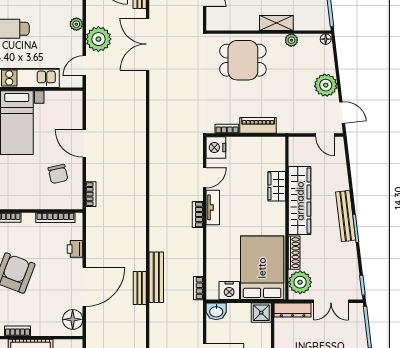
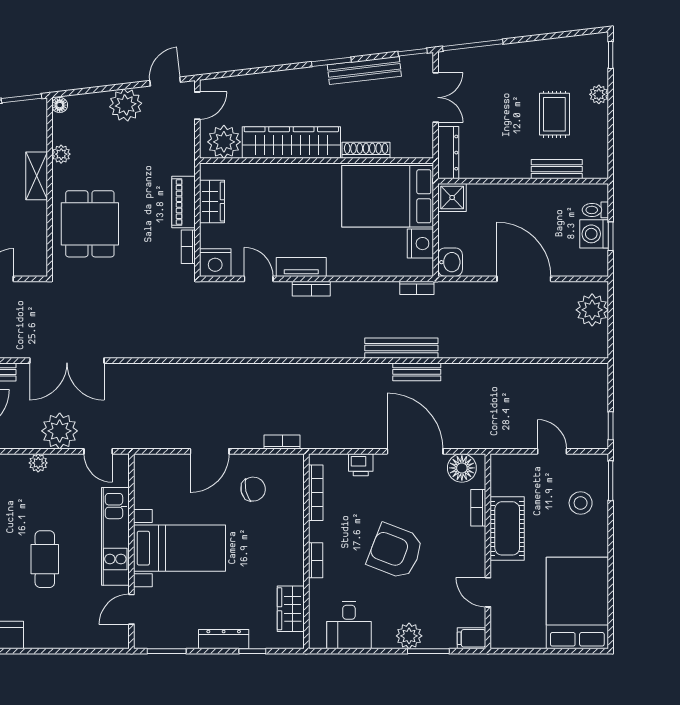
wardrobe: (277, 186) -> (212, 202), moved, turned -90
bench: (346, 216) -> (364, 70), moved
plant: (300, 282) -> (224, 142), moved
bookcase: (17, 331) -> (478, 508), moved

